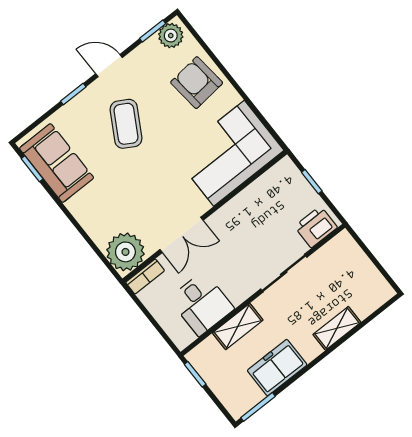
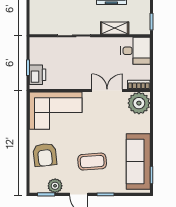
plant: (171, 36) -> (55, 186), moved
coffee table: (126, 124) -> (92, 162), turned 56
sofa: (57, 163) -> (138, 161), width x1.36
printer: (316, 227) -> (38, 75), moved, turned -90
desk: (201, 304) -> (135, 51), moved, turned 90

